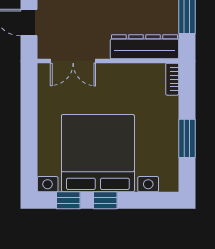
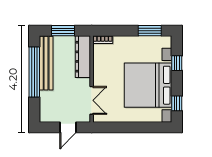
window: (187, 138) -> (150, 31), moved
window: (105, 200) -> (177, 63), moved

